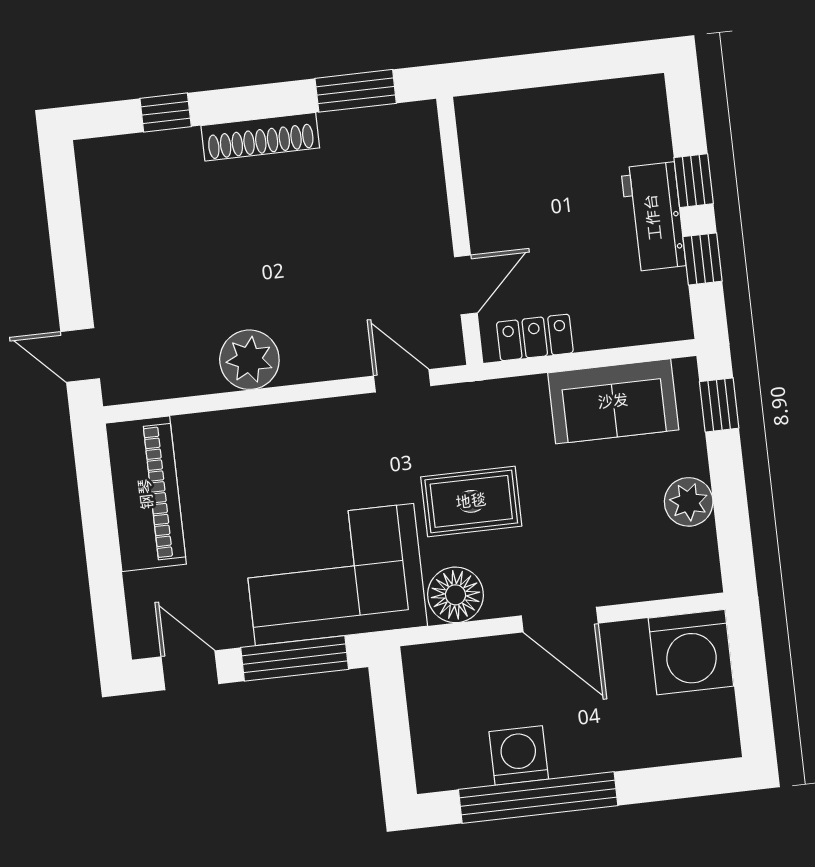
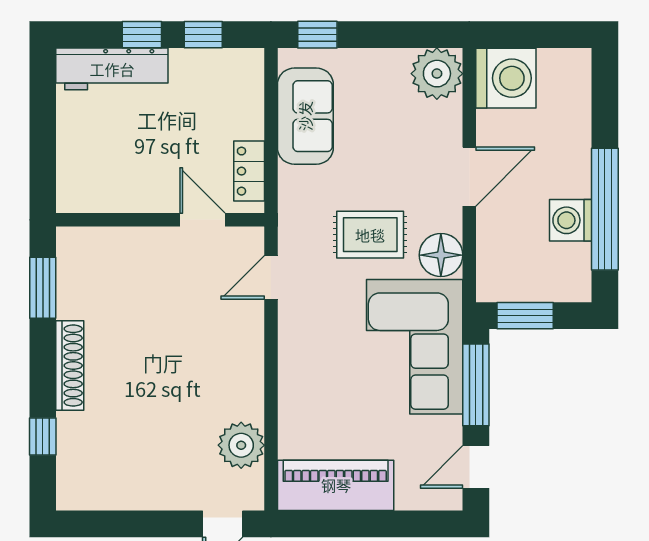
workbench: (653, 217) -> (112, 69), moved, width x1.38
plant: (249, 360) -> (241, 445), moved
rug: (471, 501) -> (370, 235), turned 90
plant: (689, 502) -> (437, 74), moved, width x1.36, depth x1.36
window: (390, 711) -> (525, 316), added

